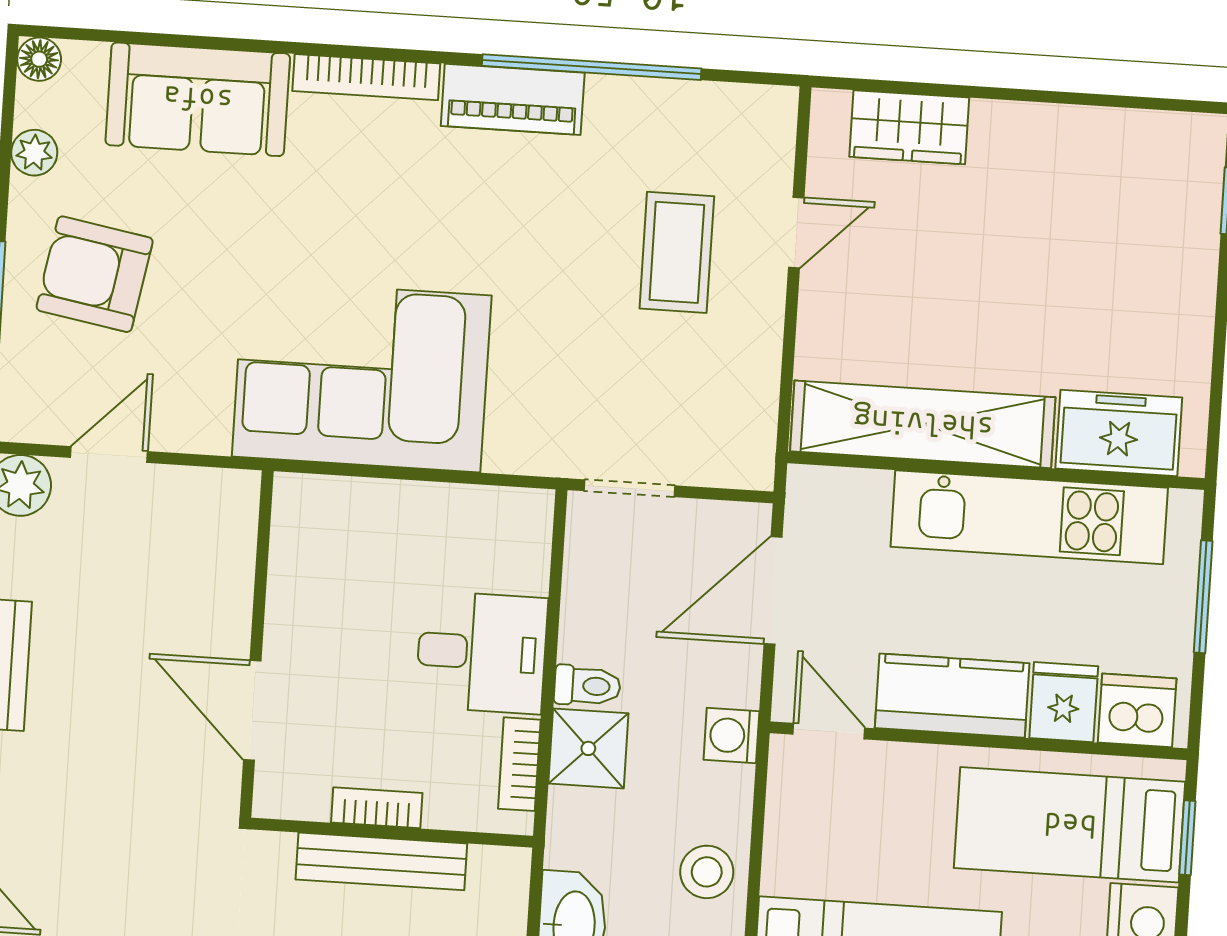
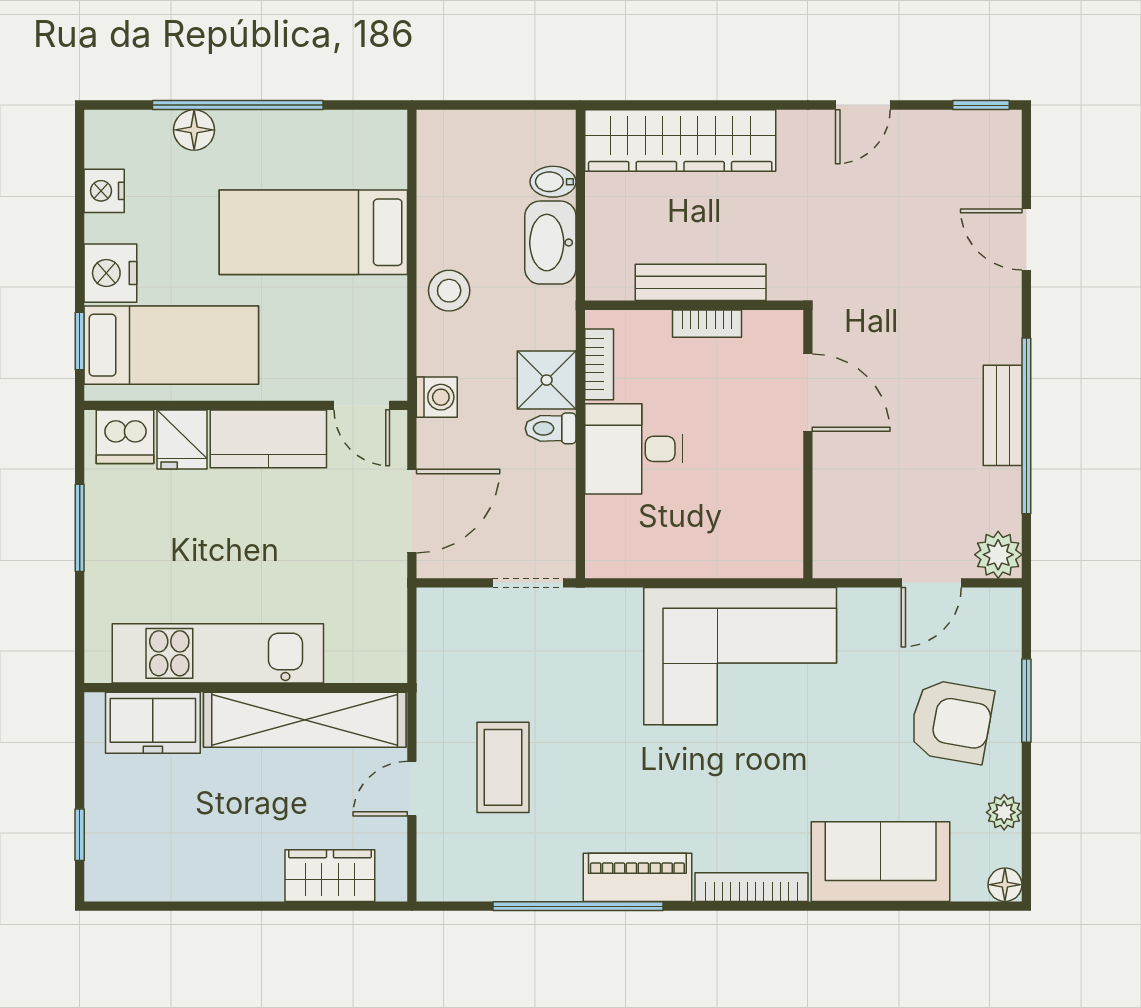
shelving: (923, 424) -> (305, 720), moved
freezer: (1119, 433) -> (153, 723), moved
wall: (996, 471) -> (246, 688), moved
kitchen unit: (1029, 517) -> (218, 653), moved

